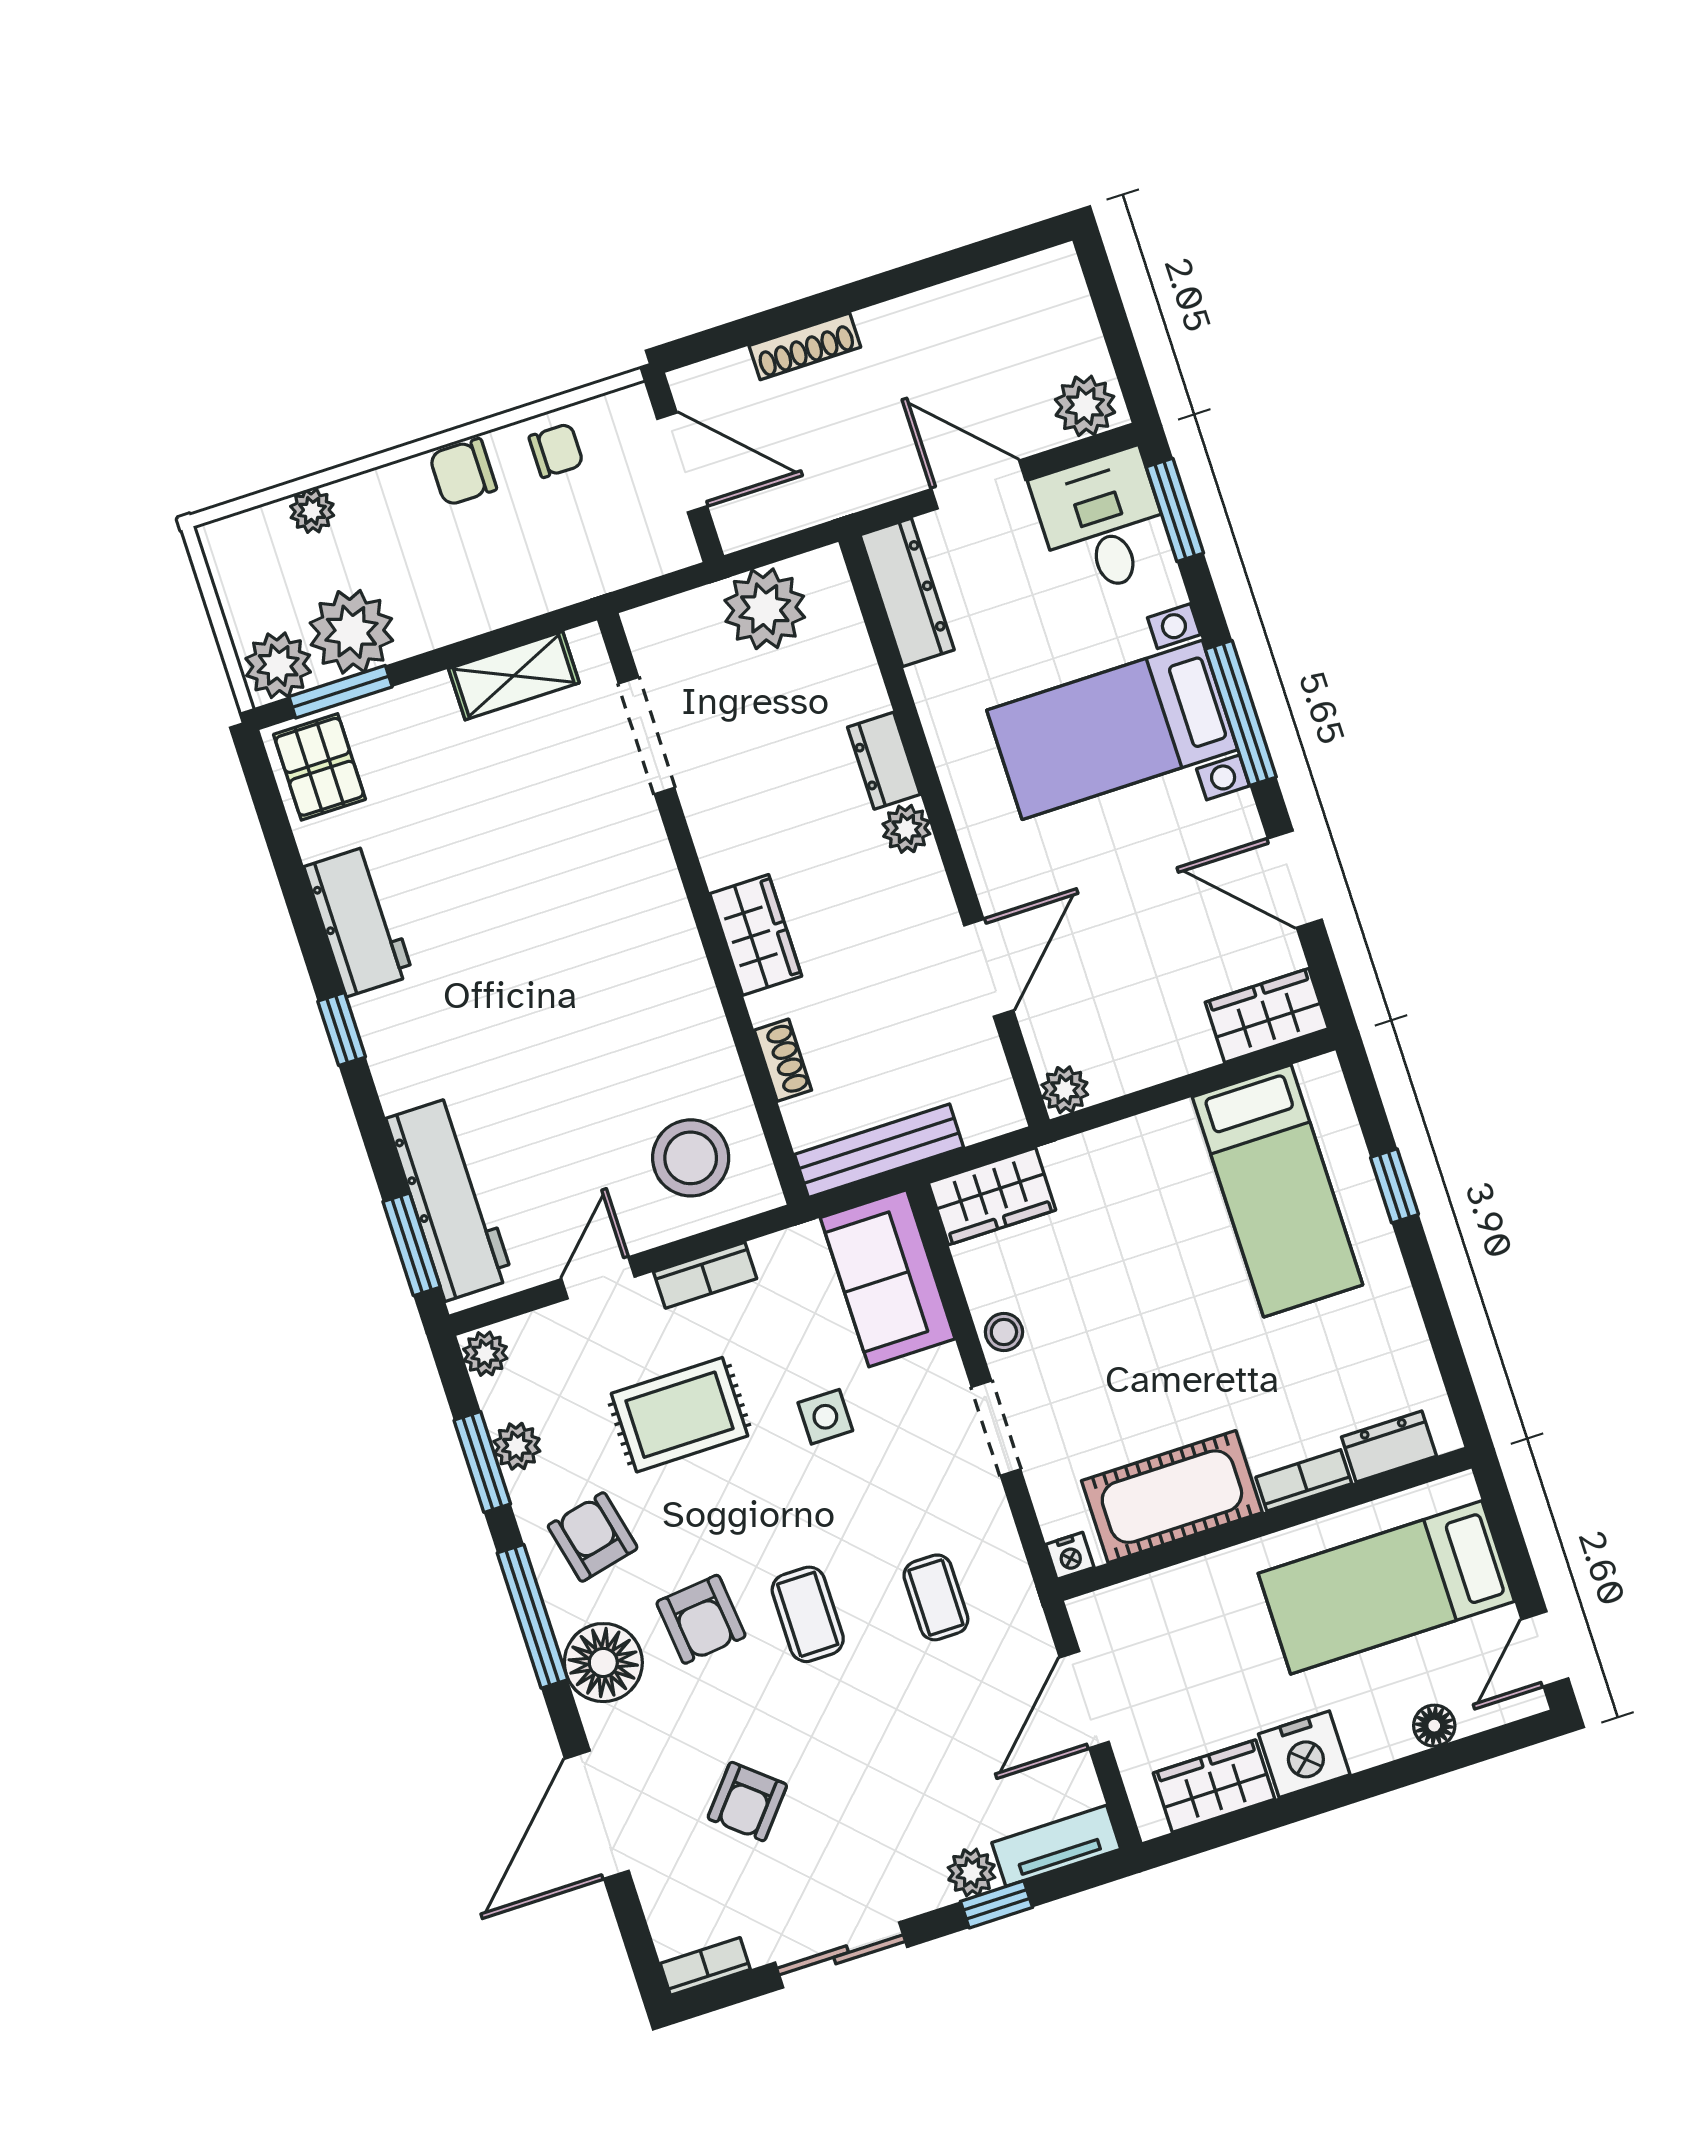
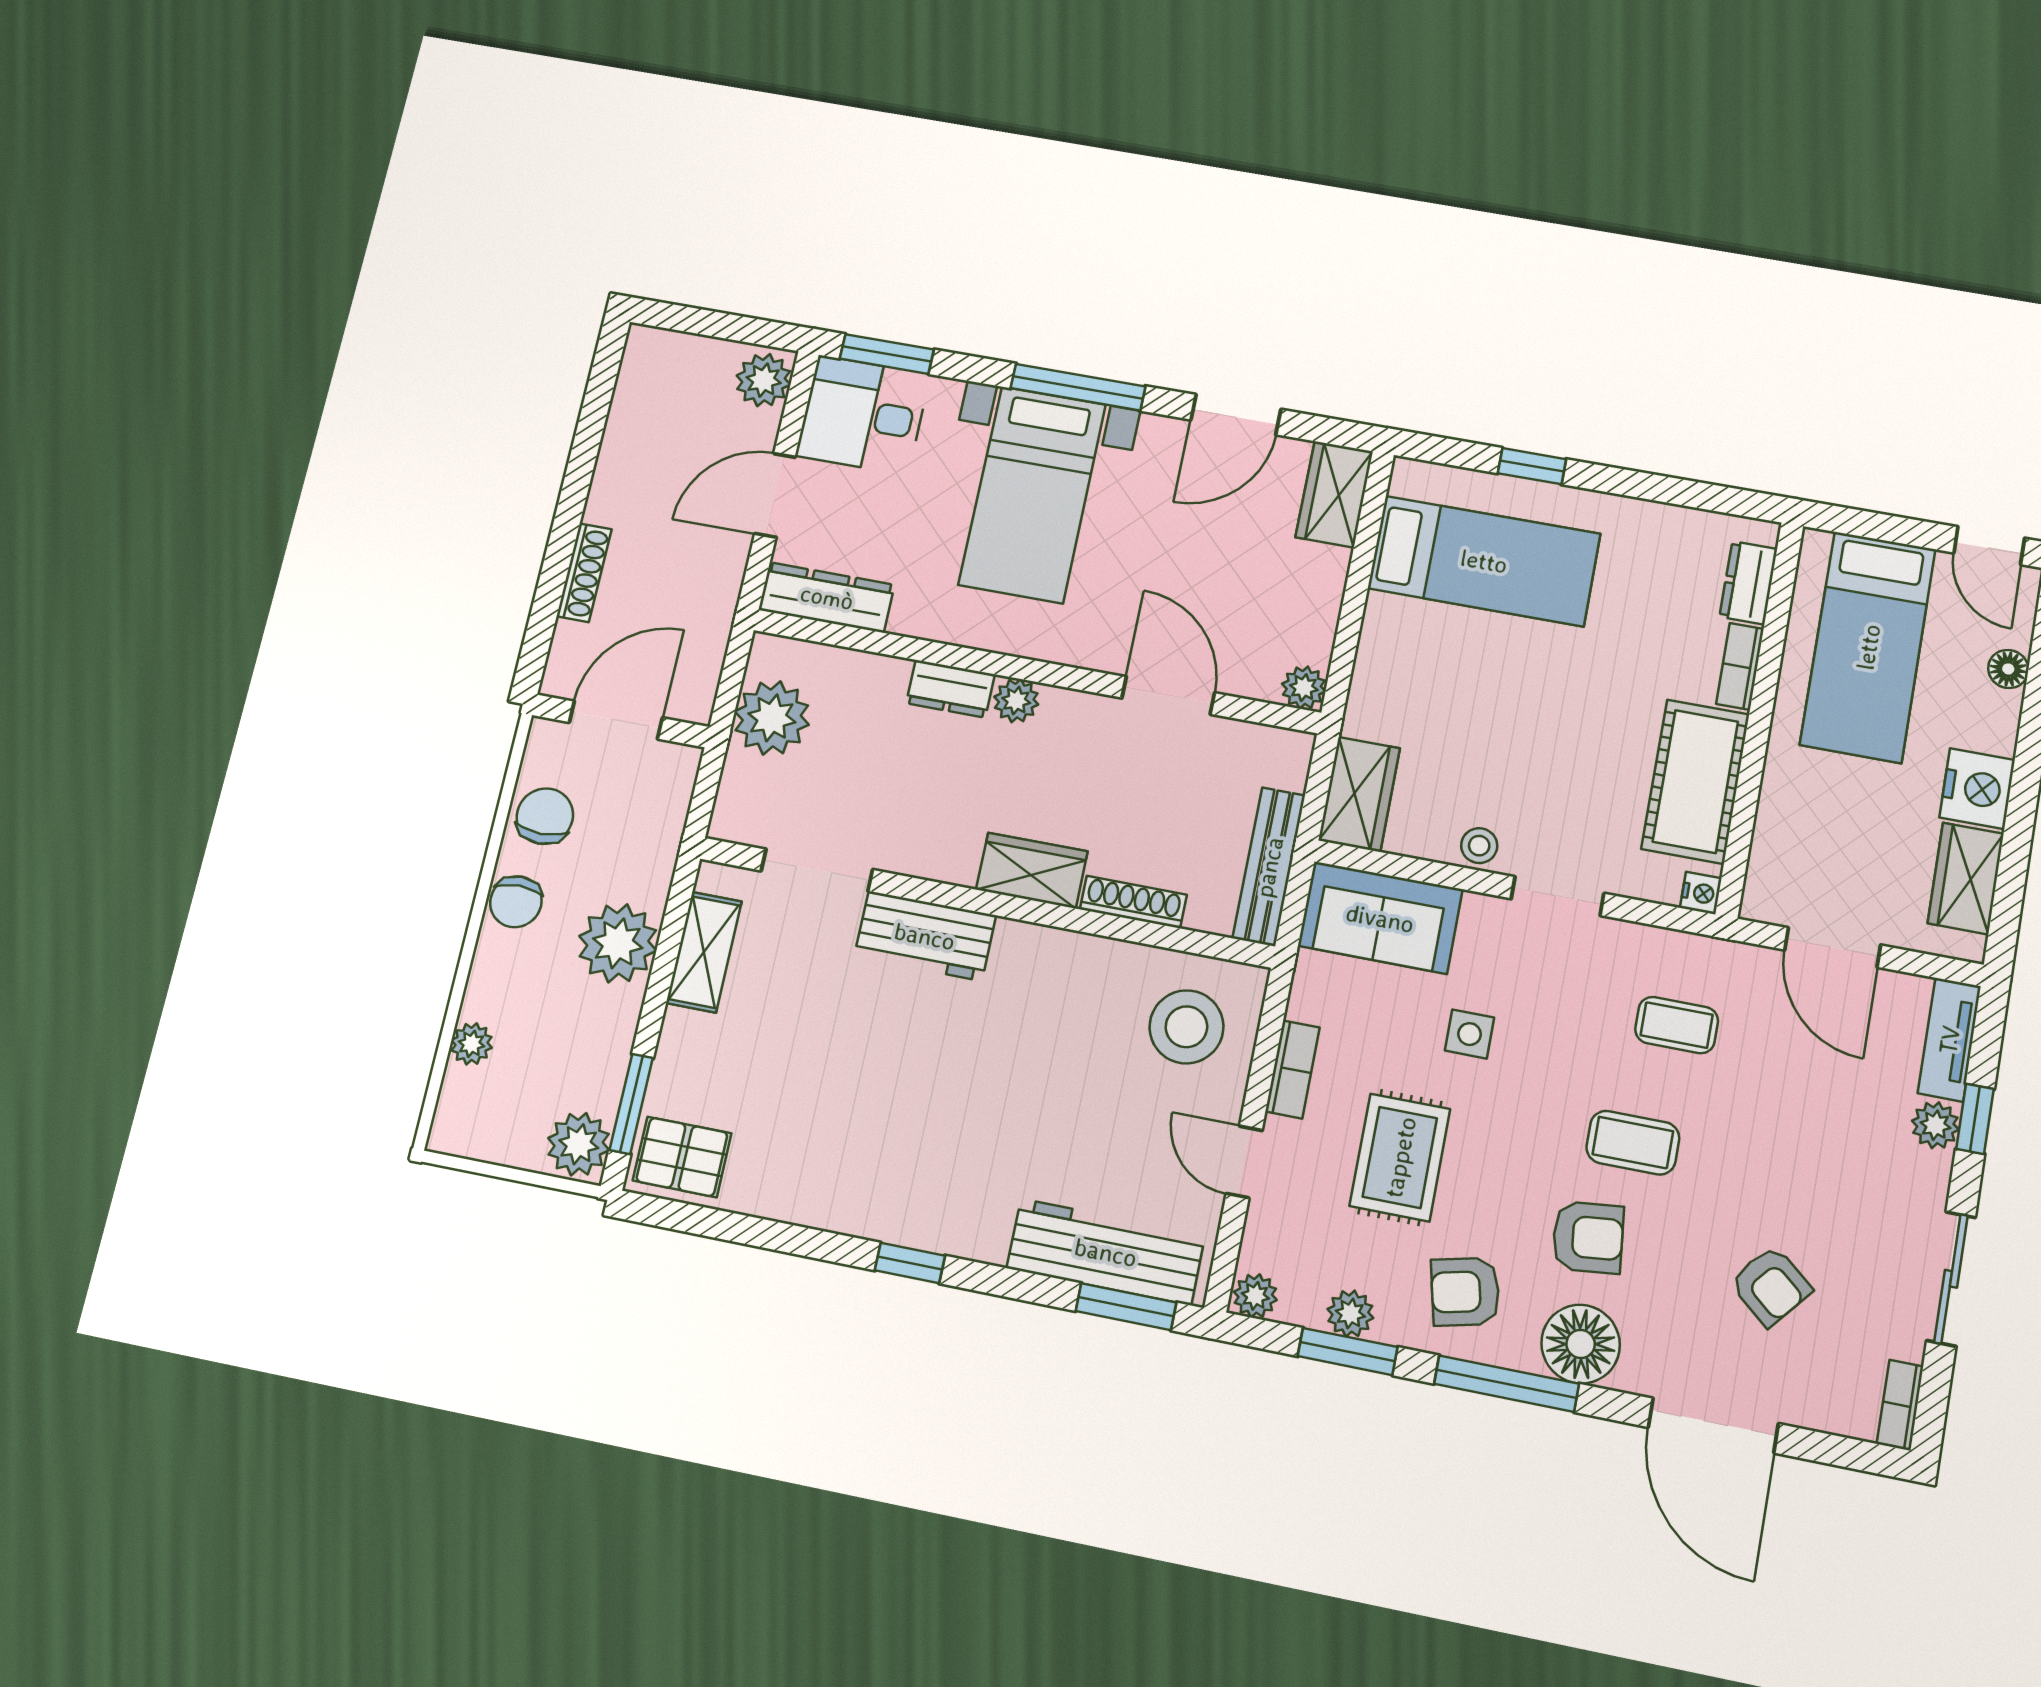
chair: (556, 450) -> (545, 816), width x1.37, depth x1.37
plant: (351, 632) -> (618, 943), moved
workbench: (359, 921) -> (925, 936), moved, turned 180
shoe rack: (783, 1060) -> (1133, 902), width x1.43

